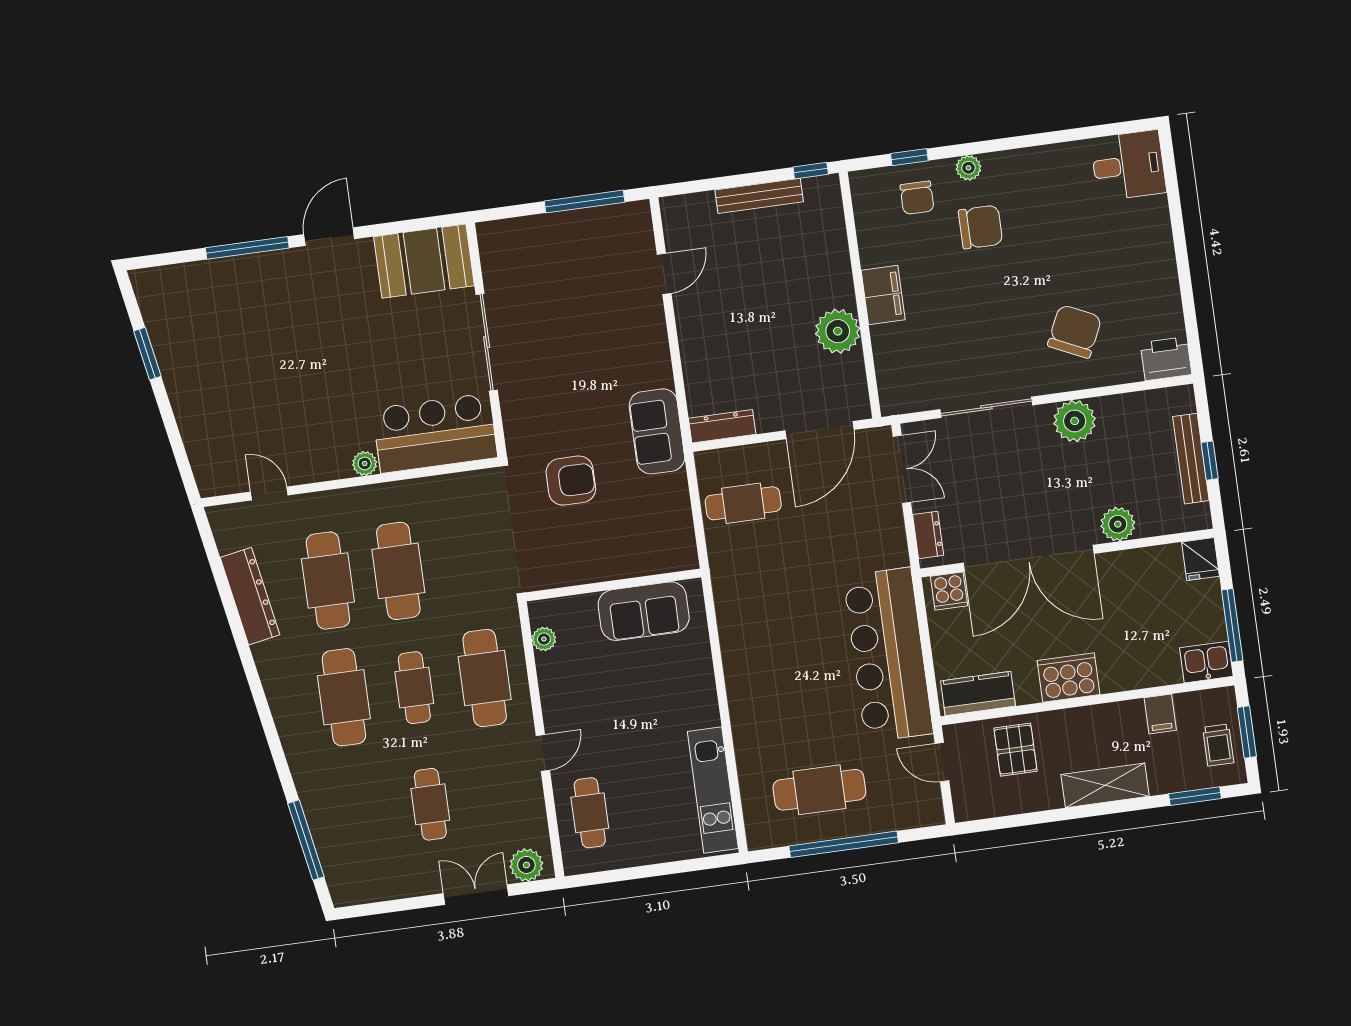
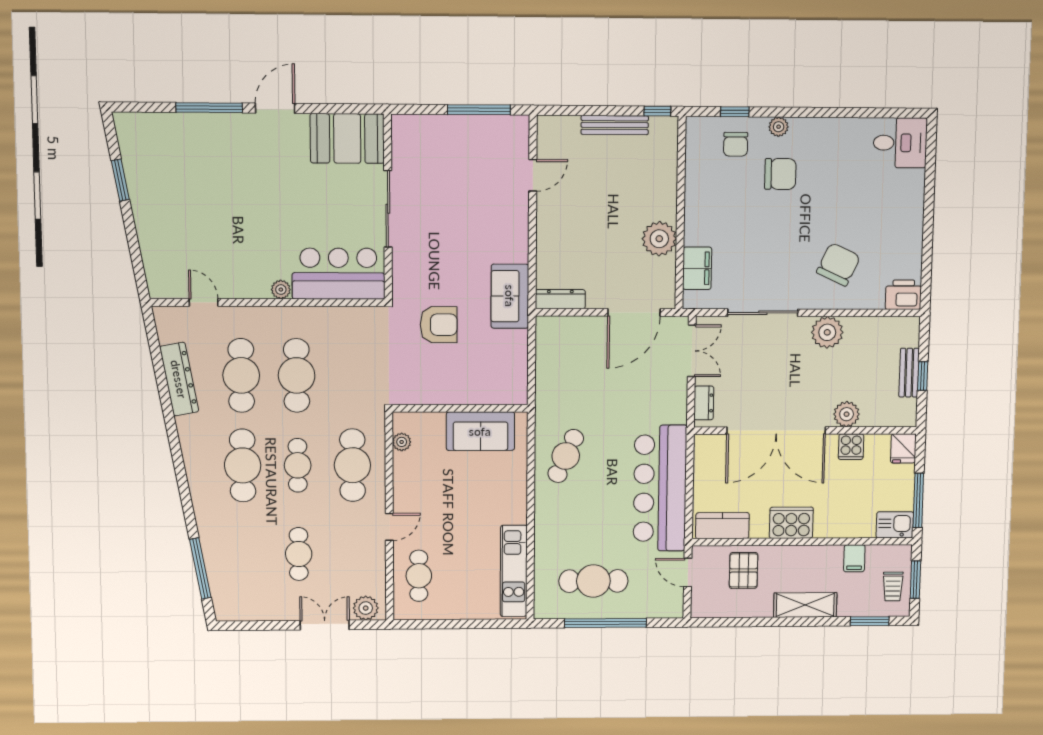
filing cabinet: (883, 295) -> (697, 268), moved
bench: (1191, 459) -> (909, 373), width x0.73
cafe table: (743, 503) -> (566, 456), moved, turned -66
cooker: (949, 591) -> (851, 447), moved

